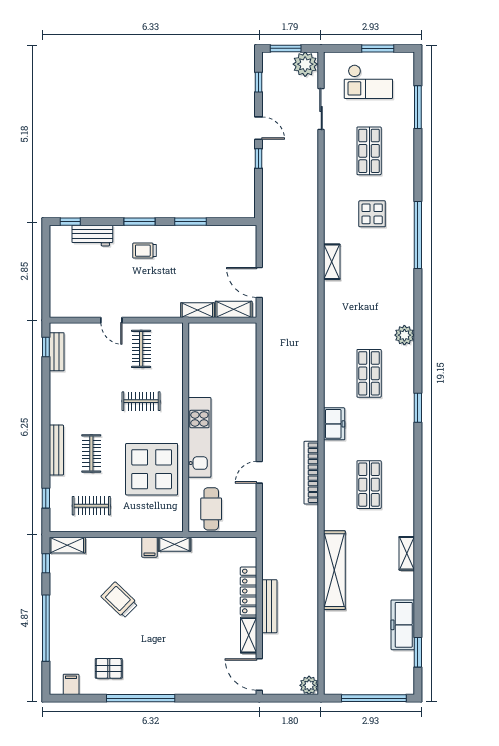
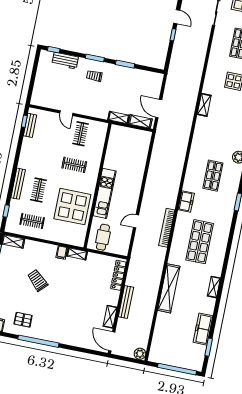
shop shelf: (369, 485) -> (200, 242), width x1.43, depth x1.36
locker: (249, 591) -> (118, 275), moved

